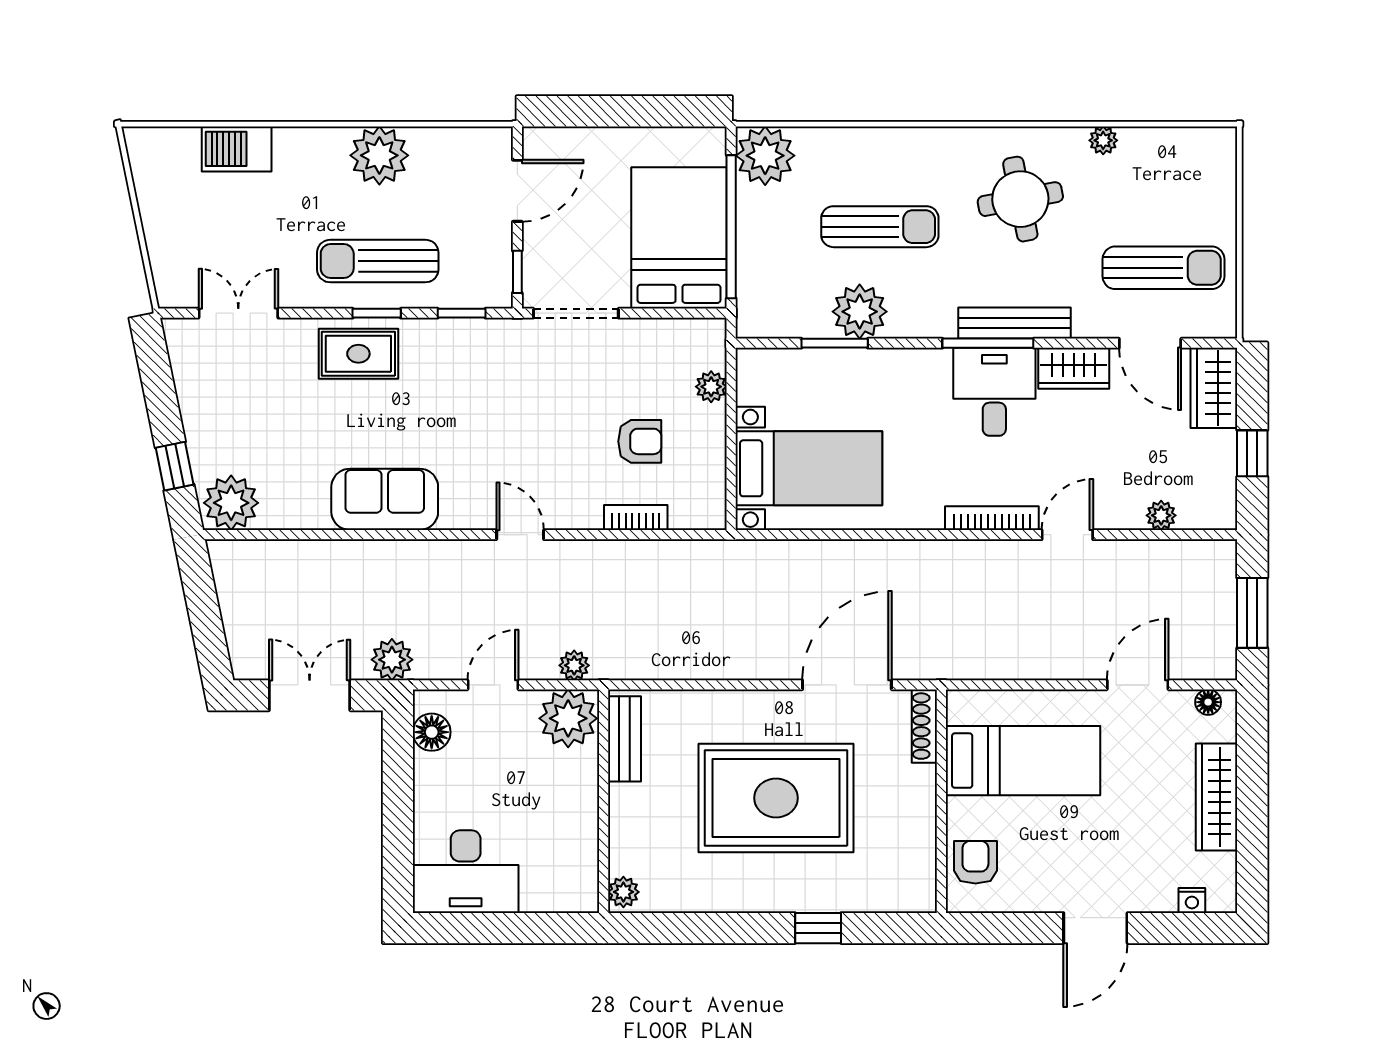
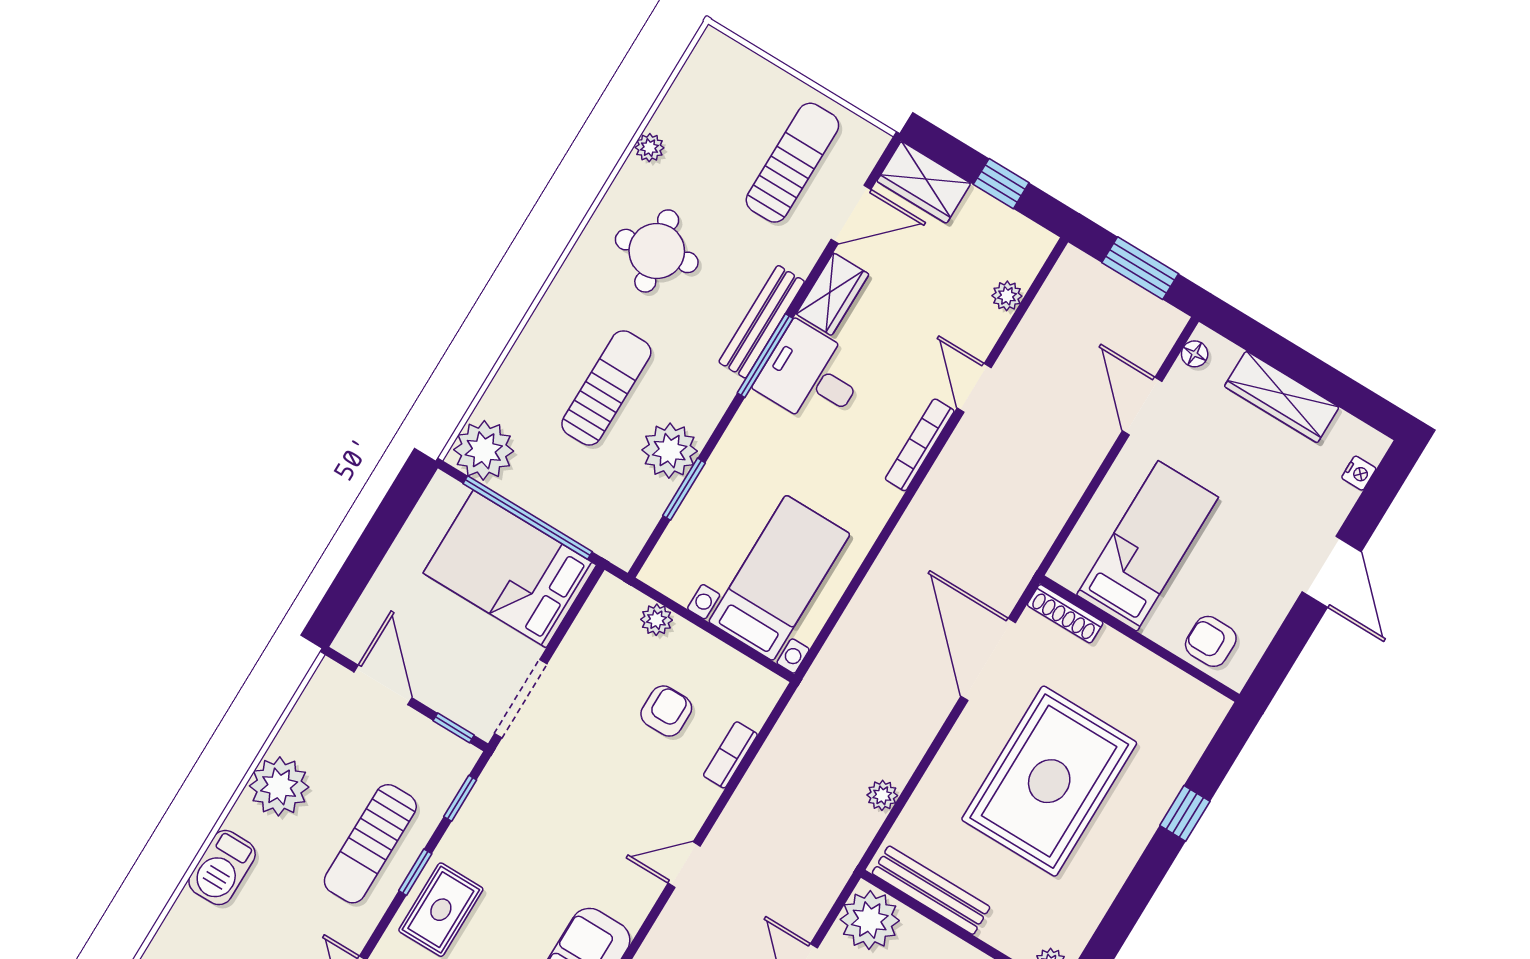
barbecue: (237, 149) -> (222, 868), moved
plant: (574, 665) -> (882, 795), moved
bench: (624, 739) -> (931, 890), width x1.36

